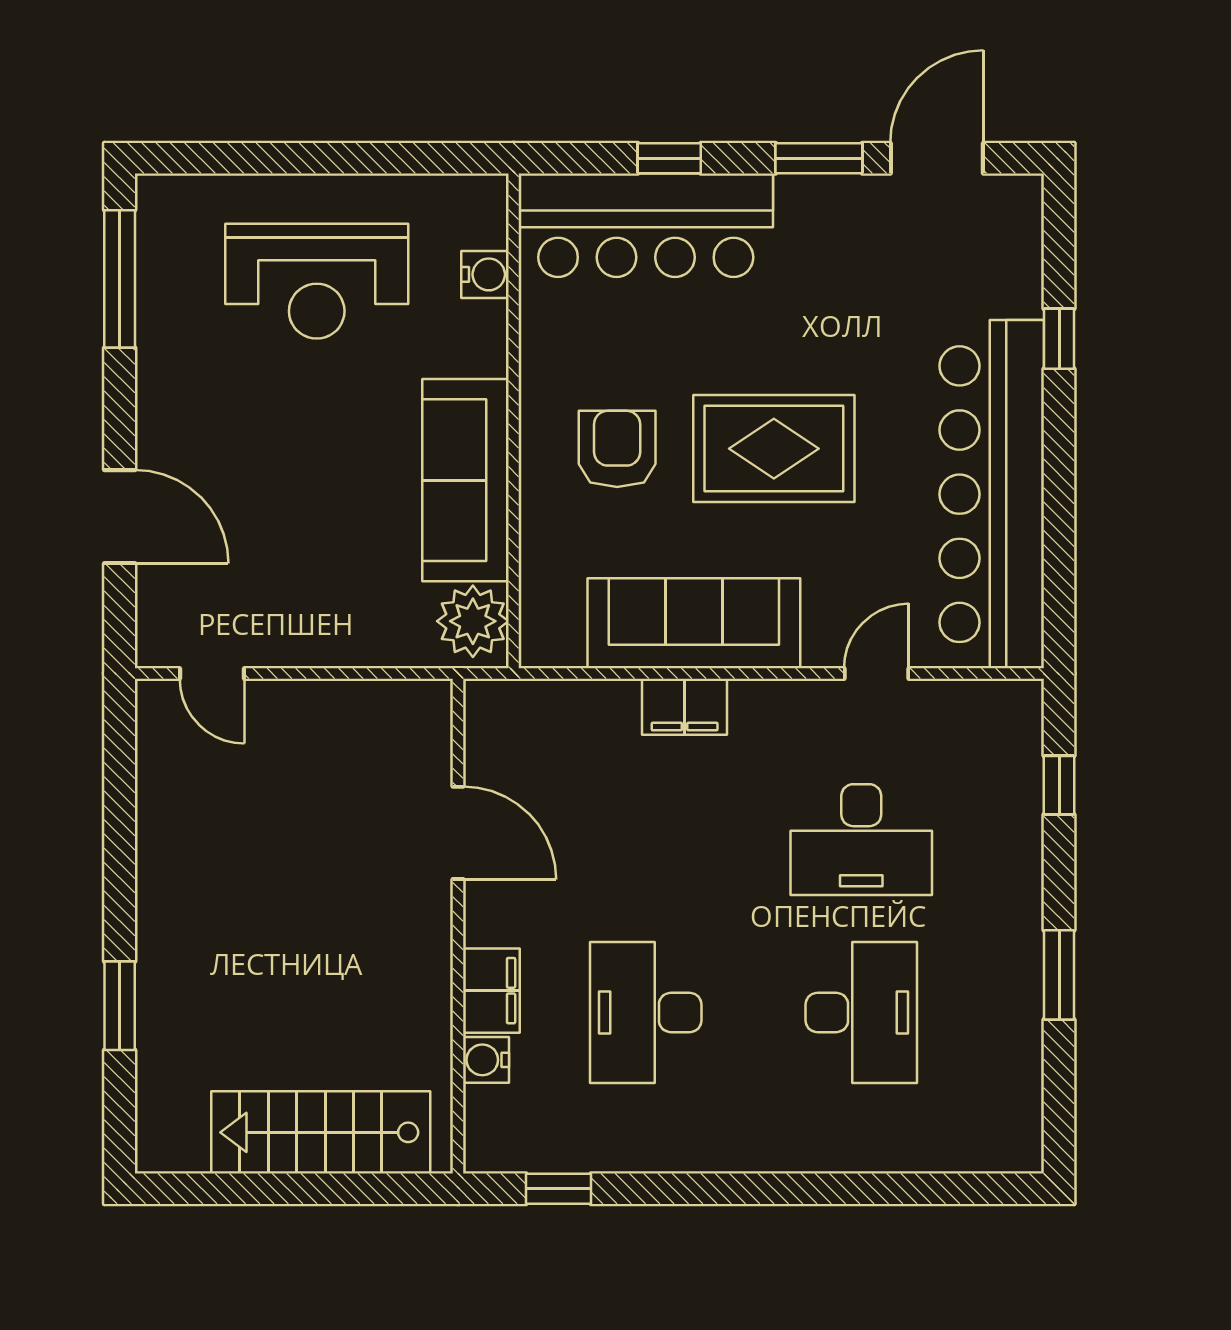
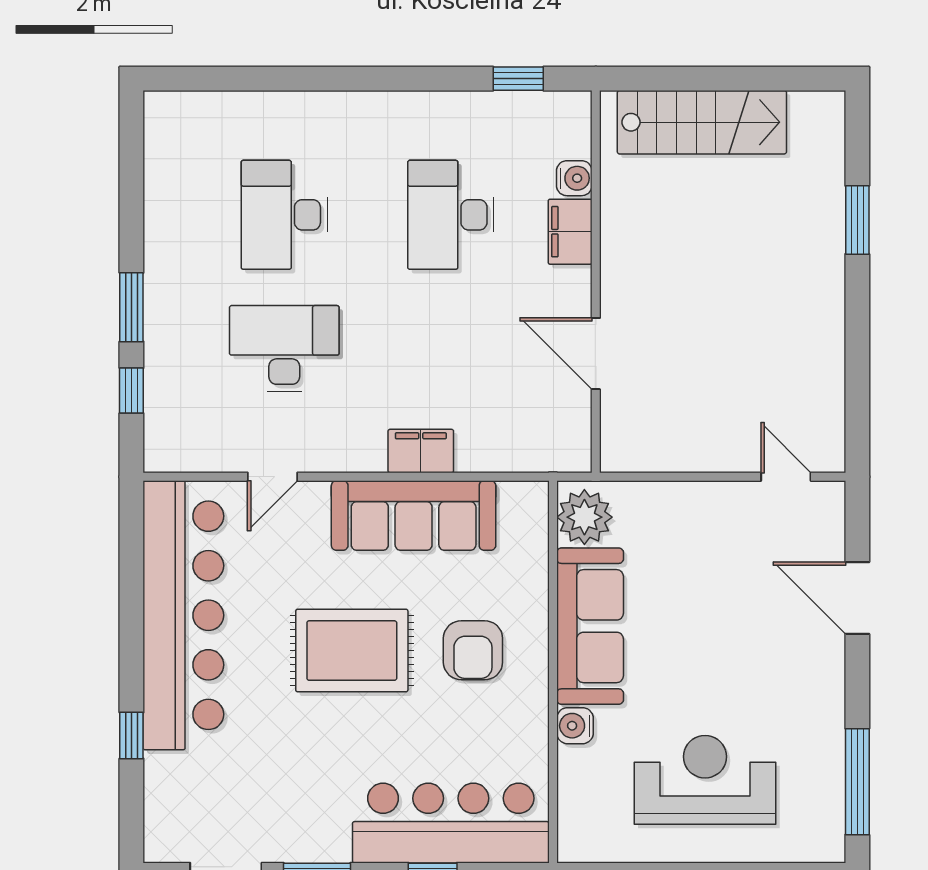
water cooler: (485, 274) -> (575, 726), moved
window: (1059, 975) -> (131, 307), moved
desk: (646, 1012) -> (451, 215), turned 180

